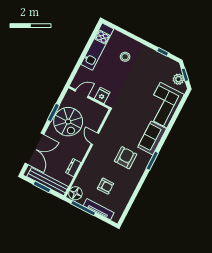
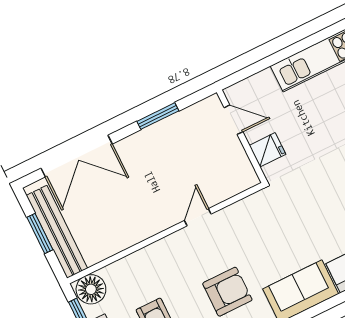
spiral stairs: (68, 122) -> (172, 152), removed
dresser: (73, 168) -> (121, 241), removed

